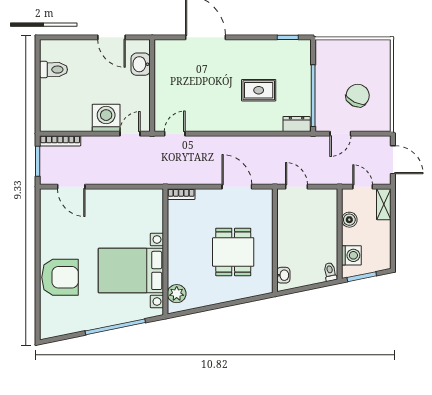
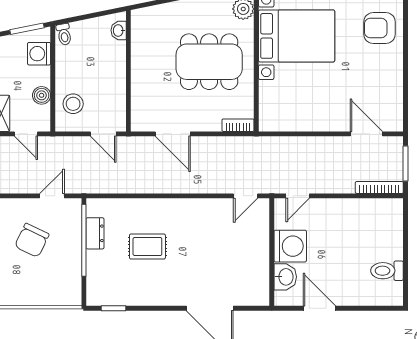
washing machine: (106, 118) -> (290, 246), moved, turned -90
dresser: (297, 124) -> (95, 233), moved, turned -90
stool: (322, 212) -> (73, 104), added
dining table: (233, 252) -> (209, 62), moved, width x1.37
armchair: (60, 277) -> (379, 28), width x0.73, depth x0.73

